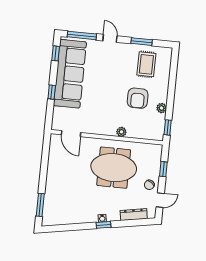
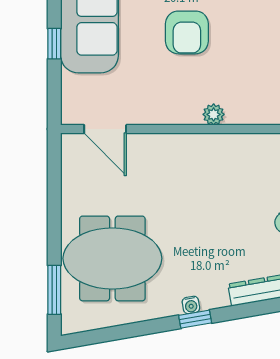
armchair: (138, 98) -> (187, 32), moved
meeting table: (114, 168) -> (112, 258), moved

